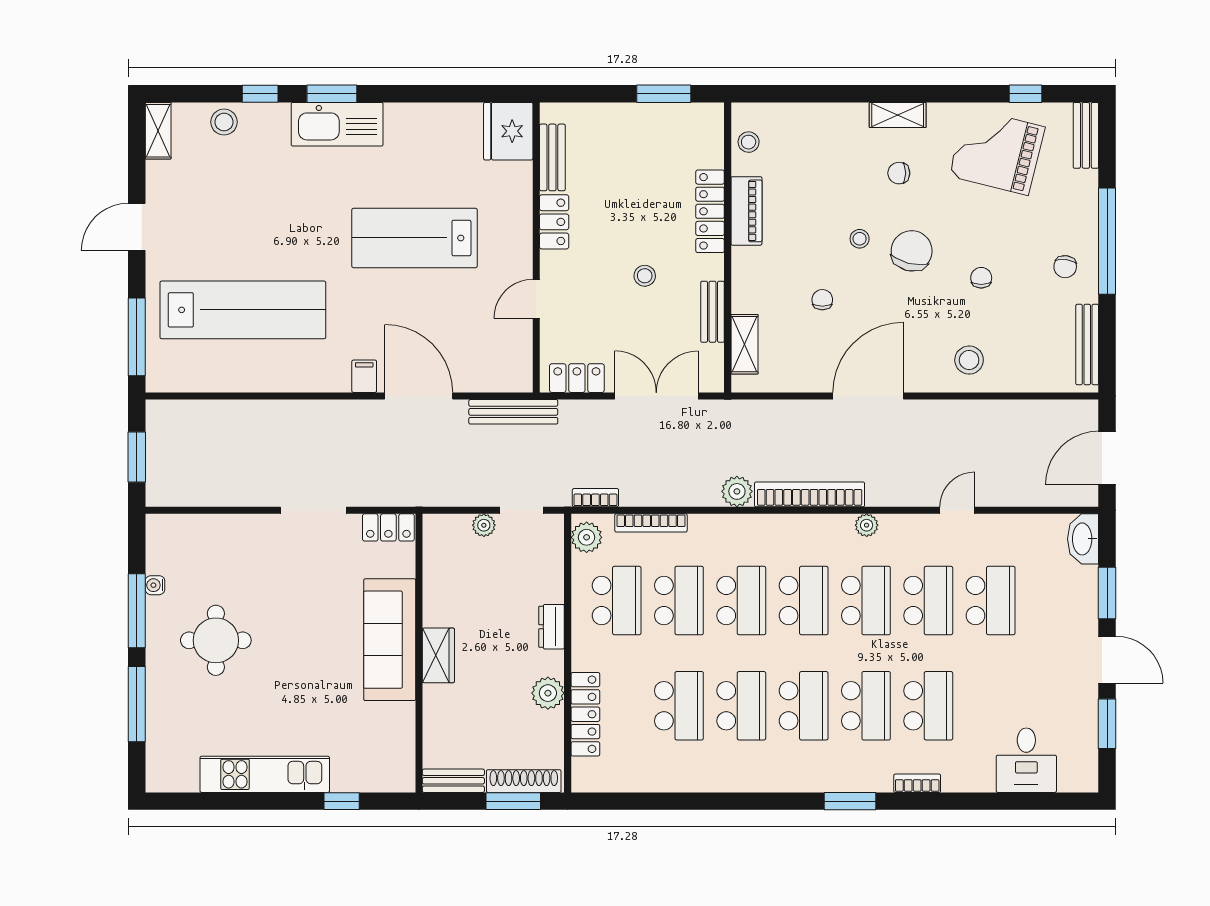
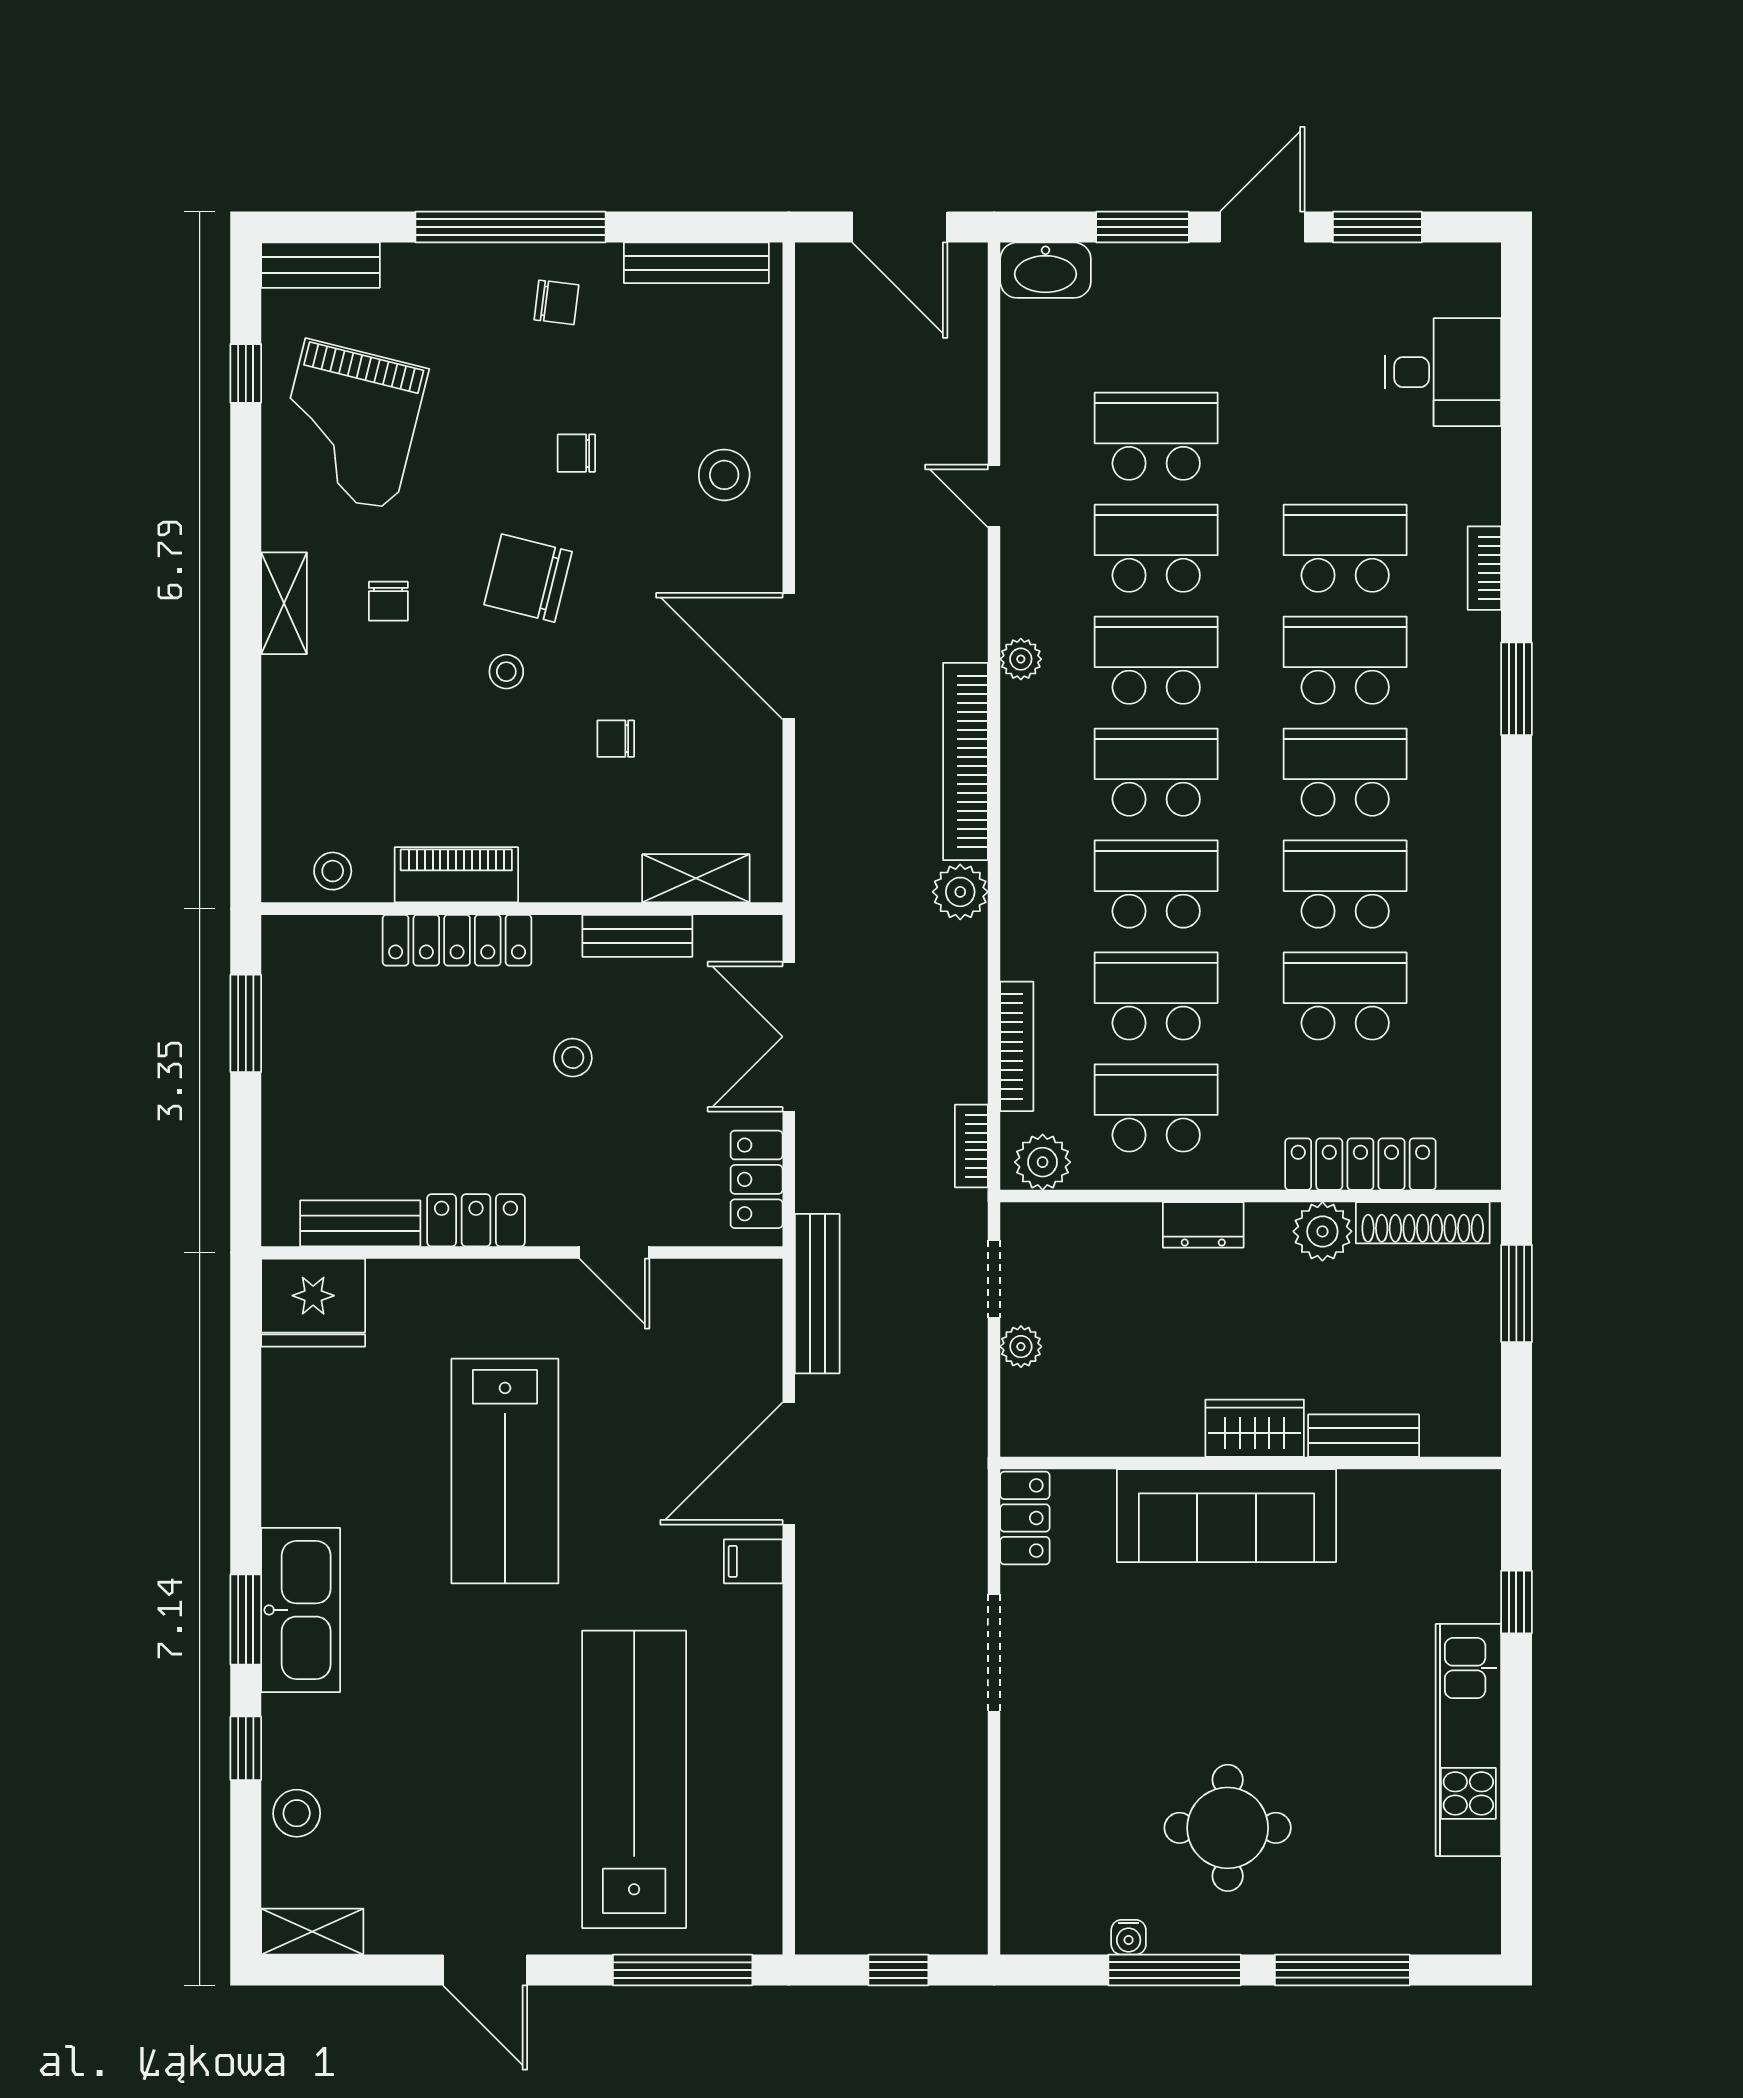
window: (137, 457) -> (898, 1970), width x0.67
bench: (453, 781) -> (1364, 1436), moved, turned 90
shoe rack: (524, 781) -> (1423, 1223), moved, turned -90

